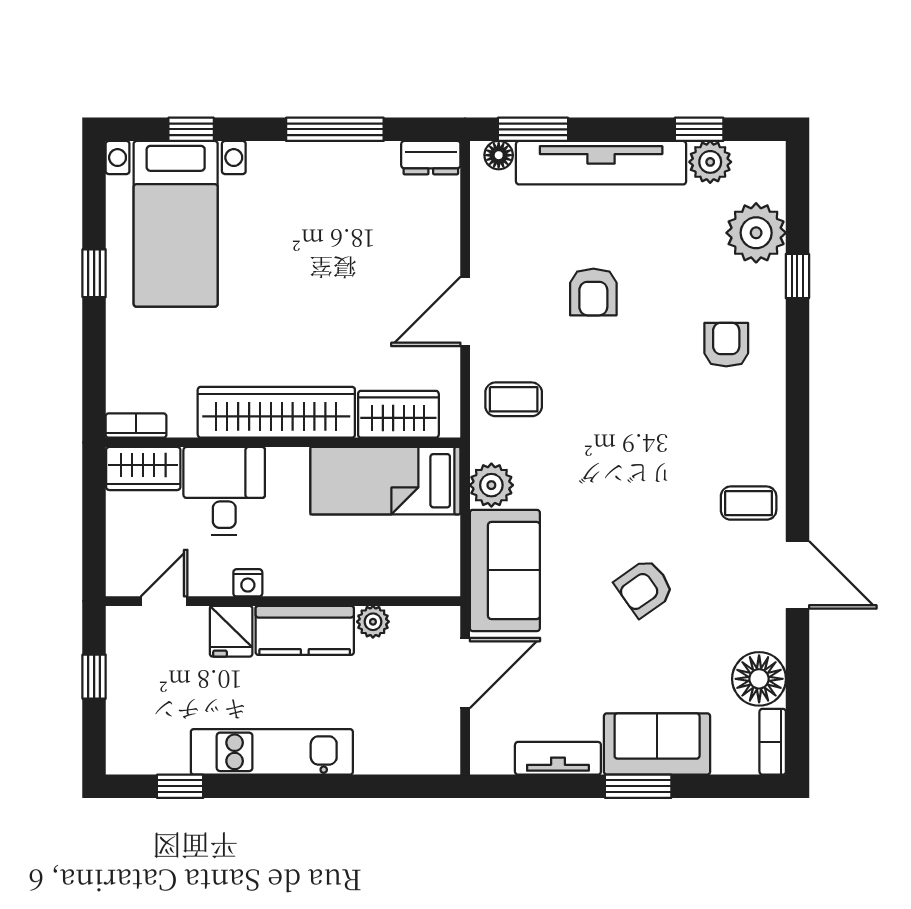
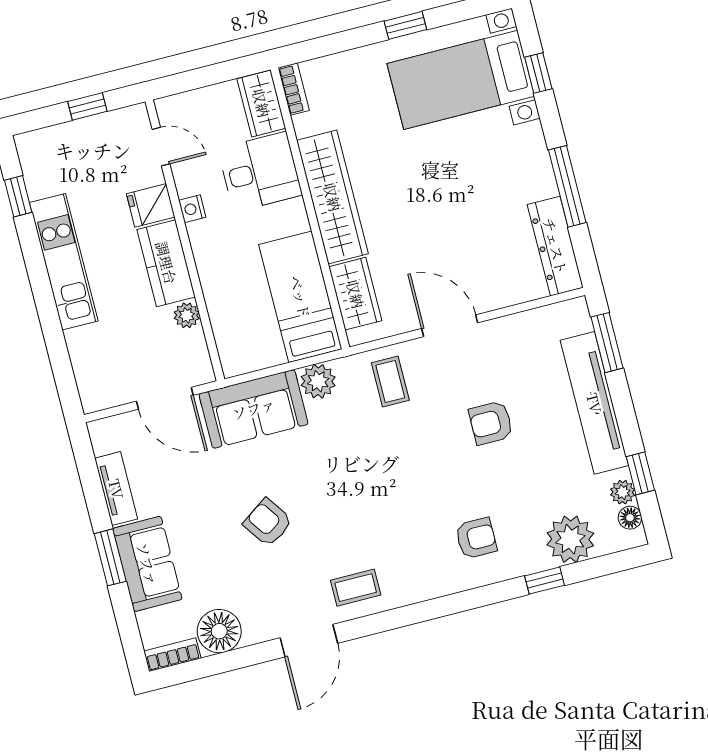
floor lamp: (499, 155) -> (630, 518), moved
dresser: (431, 158) -> (555, 246), width x1.96, depth x1.24
plant: (710, 162) -> (623, 492), width x0.73, depth x0.73
coffee table: (749, 503) -> (356, 588), turned 90

